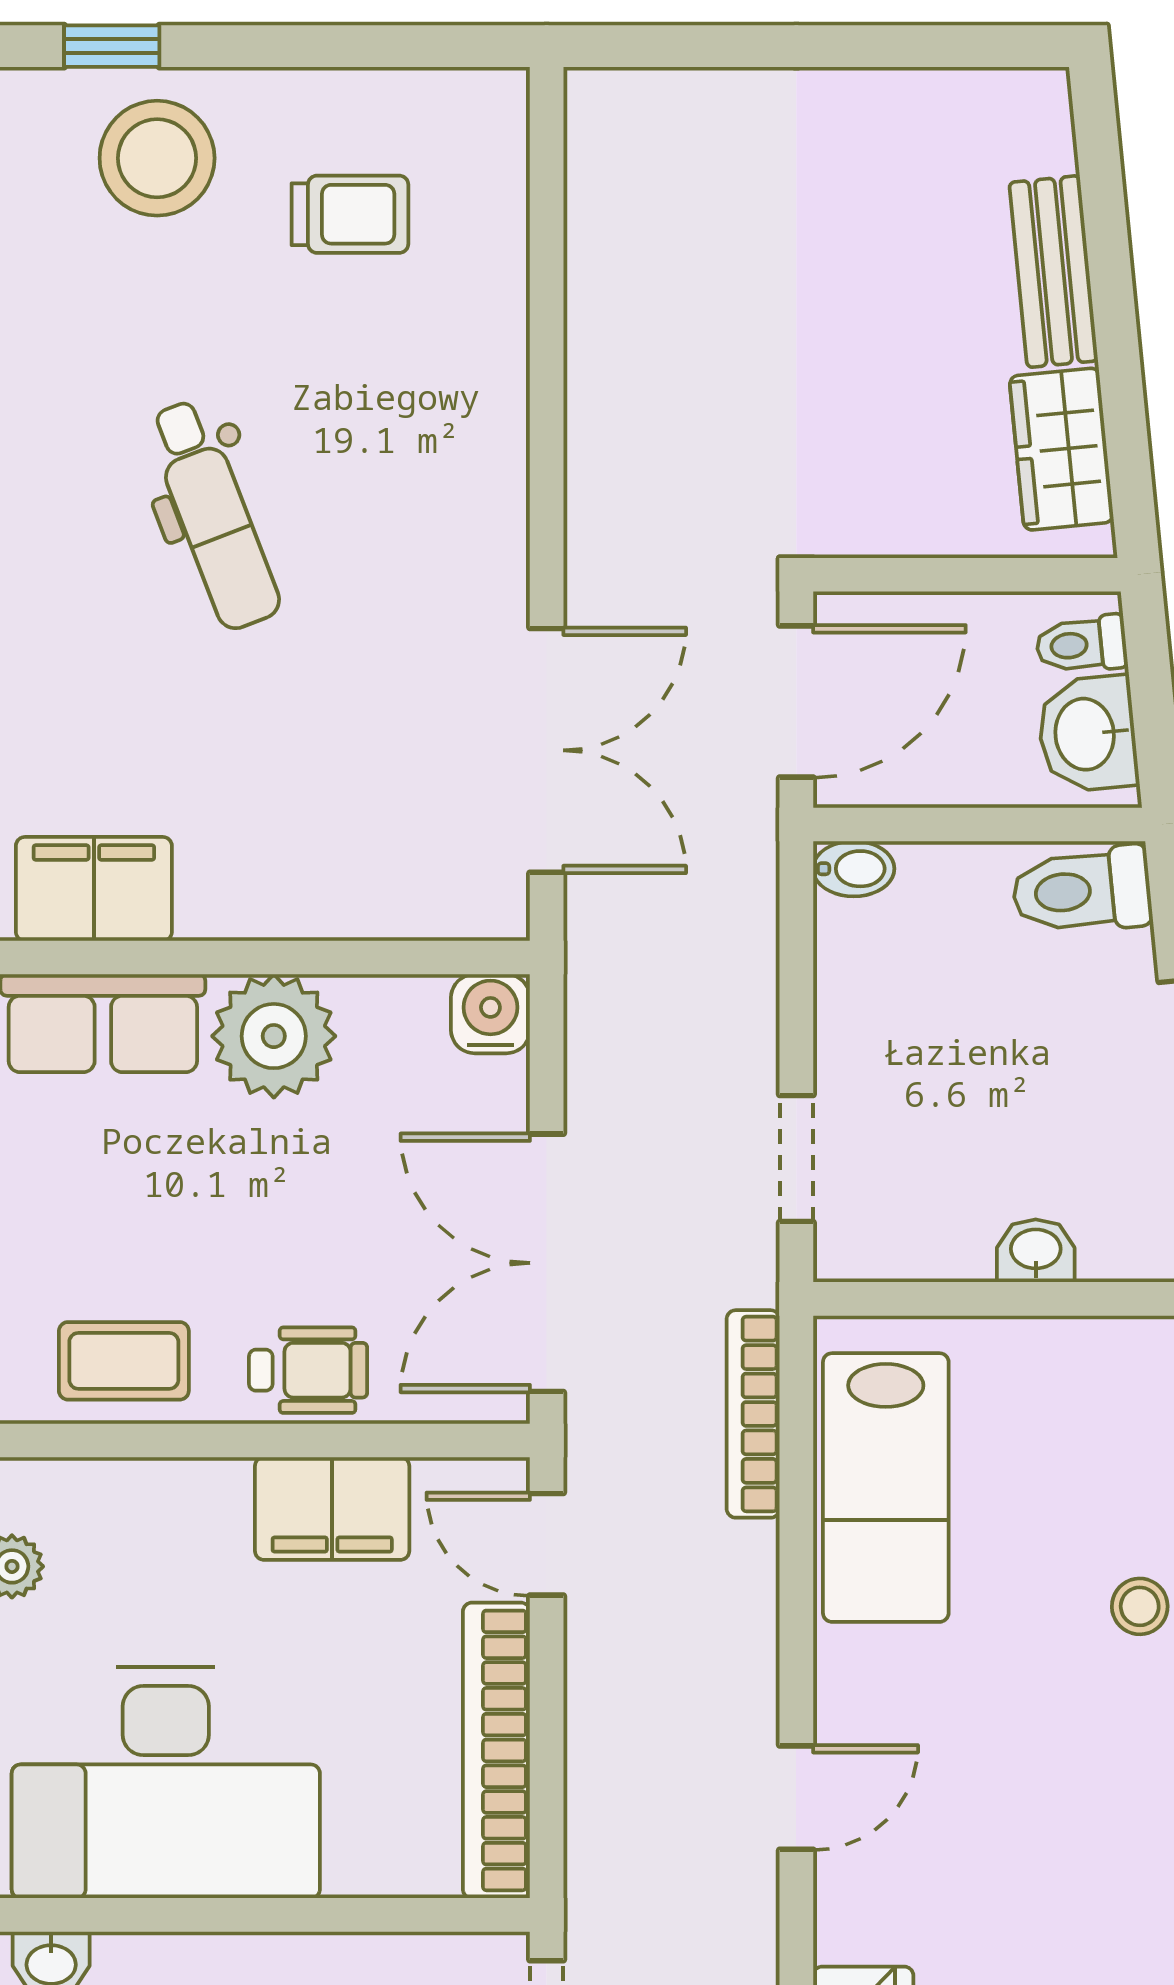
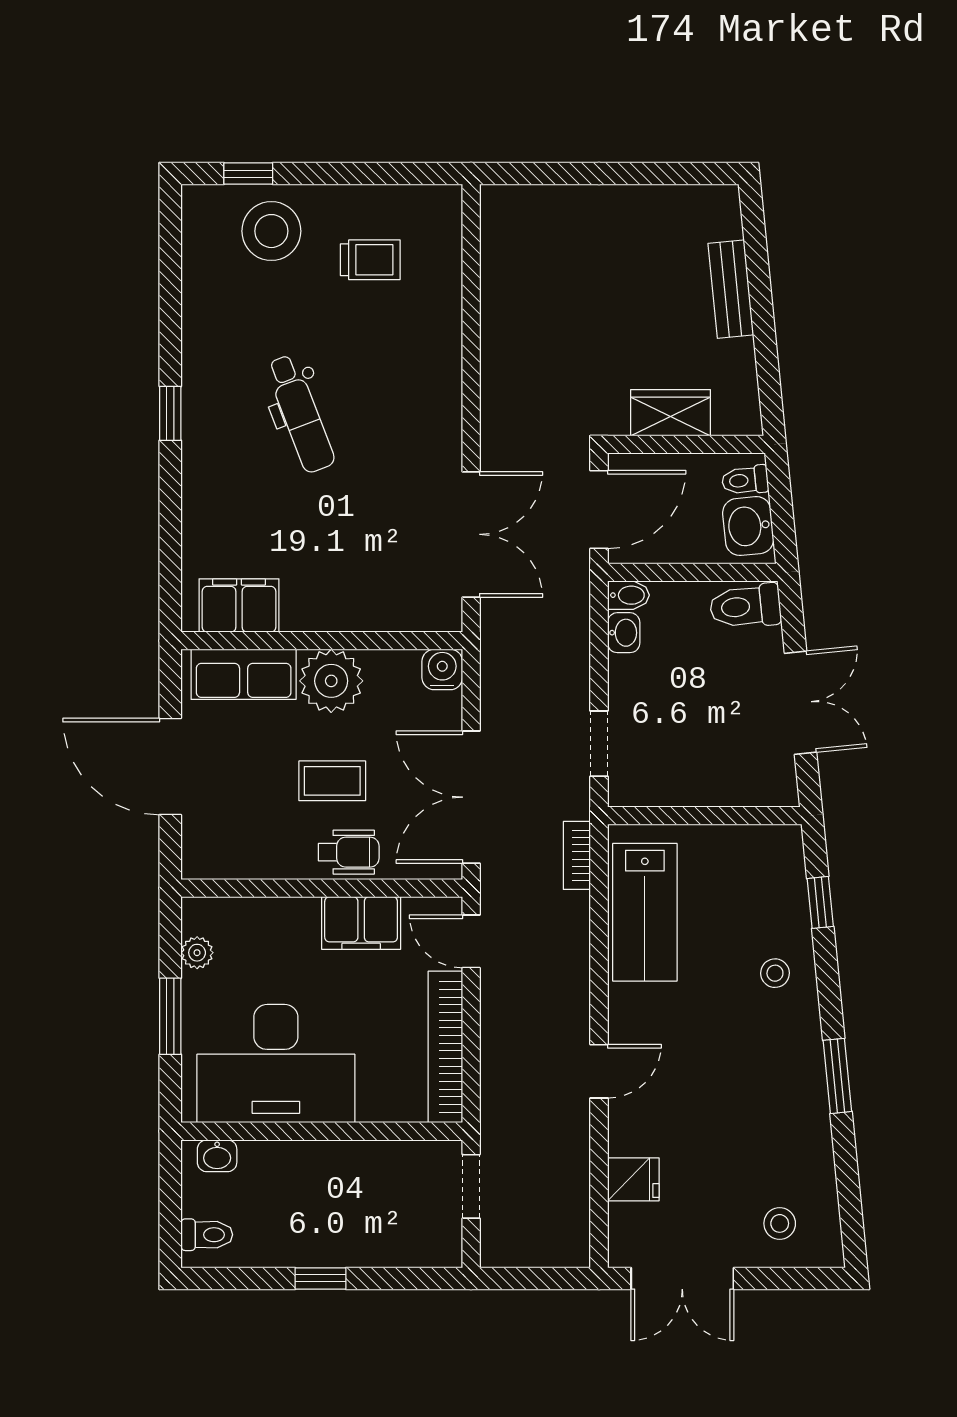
wardrobe: (1061, 449) -> (671, 413), moved, turned 96
washbasin: (1036, 1251) -> (624, 633), moved, turned 90
coffee table: (124, 1361) -> (332, 781), moved
bookcase: (753, 1414) -> (577, 855), width x0.64

